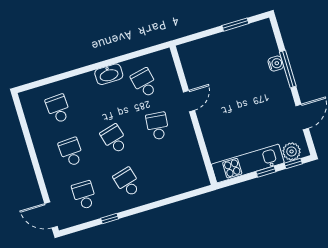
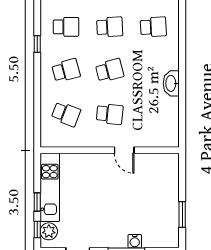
school desk: (144, 83) -> (66, 114), moved, turned 33

